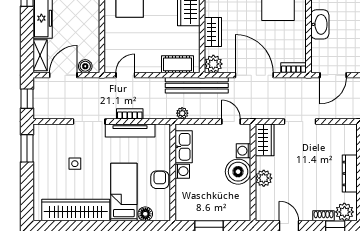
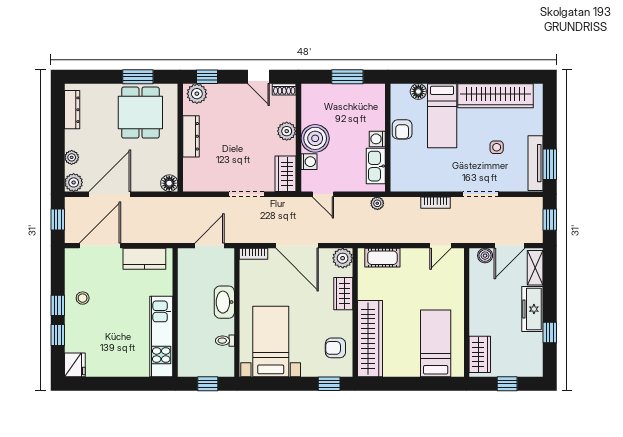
bench: (197, 85) -> (361, 234), removed
tv unit: (130, 130) -> (535, 163), moved, turned -90
shoe rack: (324, 216) -> (284, 89), moved

